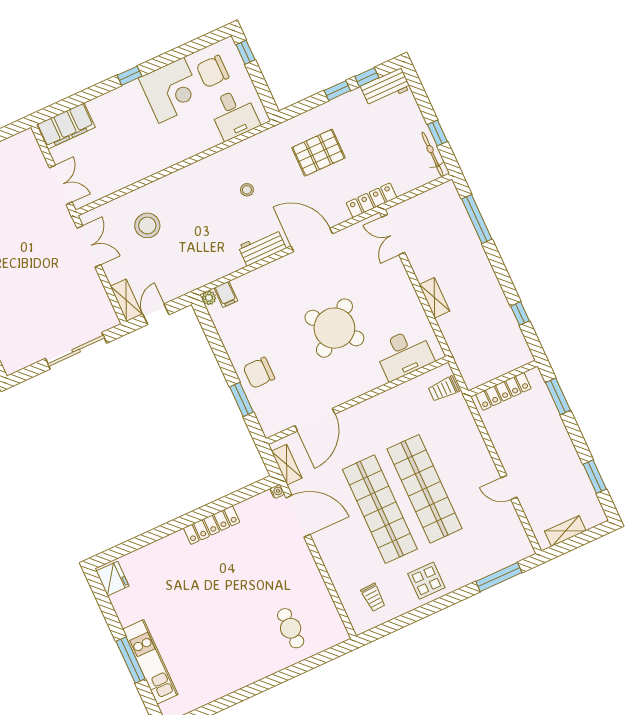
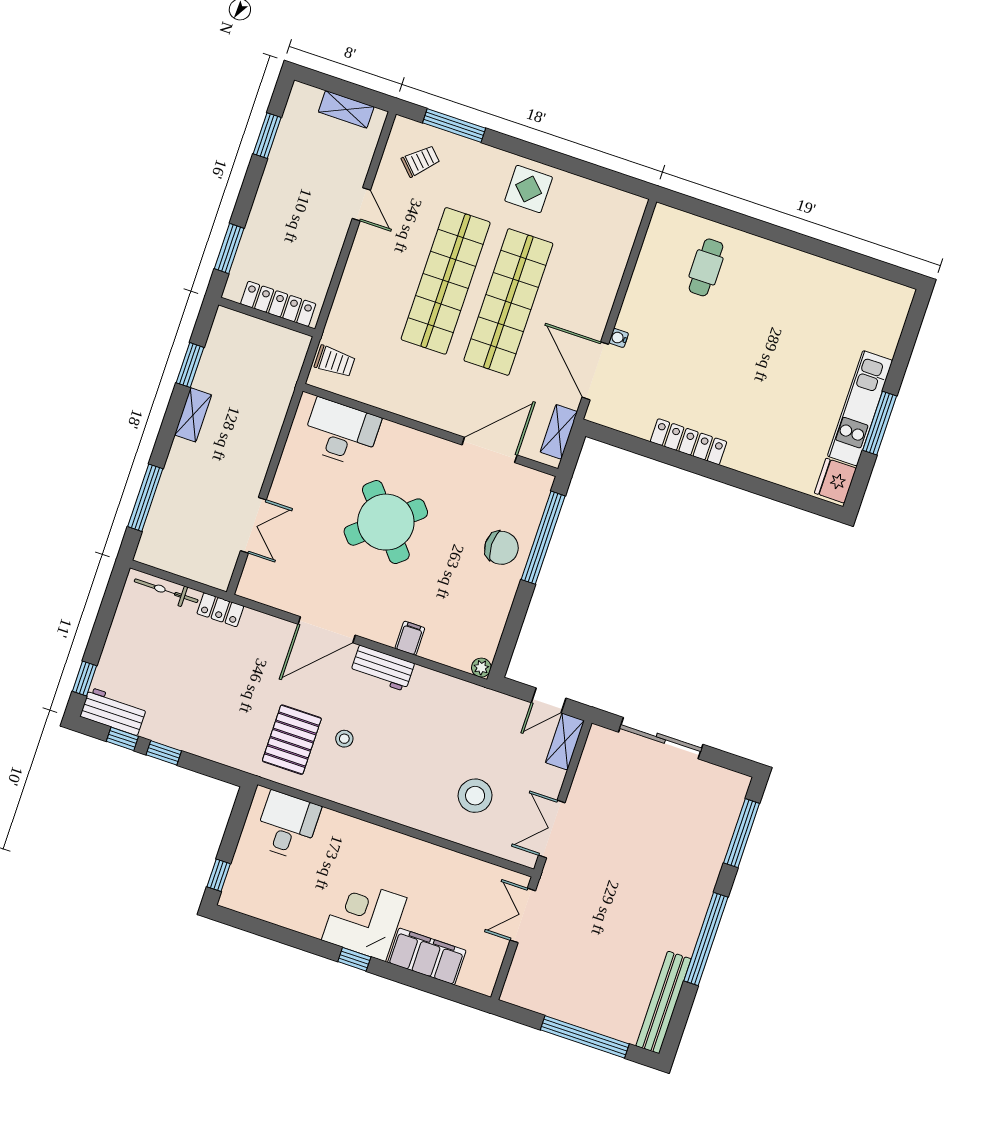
chair: (213, 71) -> (269, 887), removed
corner desk: (171, 90) -> (364, 919), moved
filing cabinet: (66, 126) -> (427, 956), moved
window: (437, 133) -> (84, 678), moved
pallet: (318, 153) -> (292, 740), moved, turned 90
bicycle: (433, 154) -> (166, 591), moved, turned 90
locker: (371, 200) -> (220, 610), width x0.66
double door: (393, 235) -> (253, 525), moved
door: (312, 240) -> (327, 630), hinge flipped
filing cabinet: (226, 294) -> (410, 638), moved
shelving: (434, 298) -> (193, 415), moved
window: (520, 313) -> (190, 365), width x1.50
window: (241, 399) -> (543, 538), width x2.11
water cooler: (277, 491) -> (619, 338), moved
trolley: (373, 597) -> (421, 161), moved, turned 49
window: (131, 660) -> (880, 423), moved
kitchen unit: (150, 662) -> (860, 408), moved

